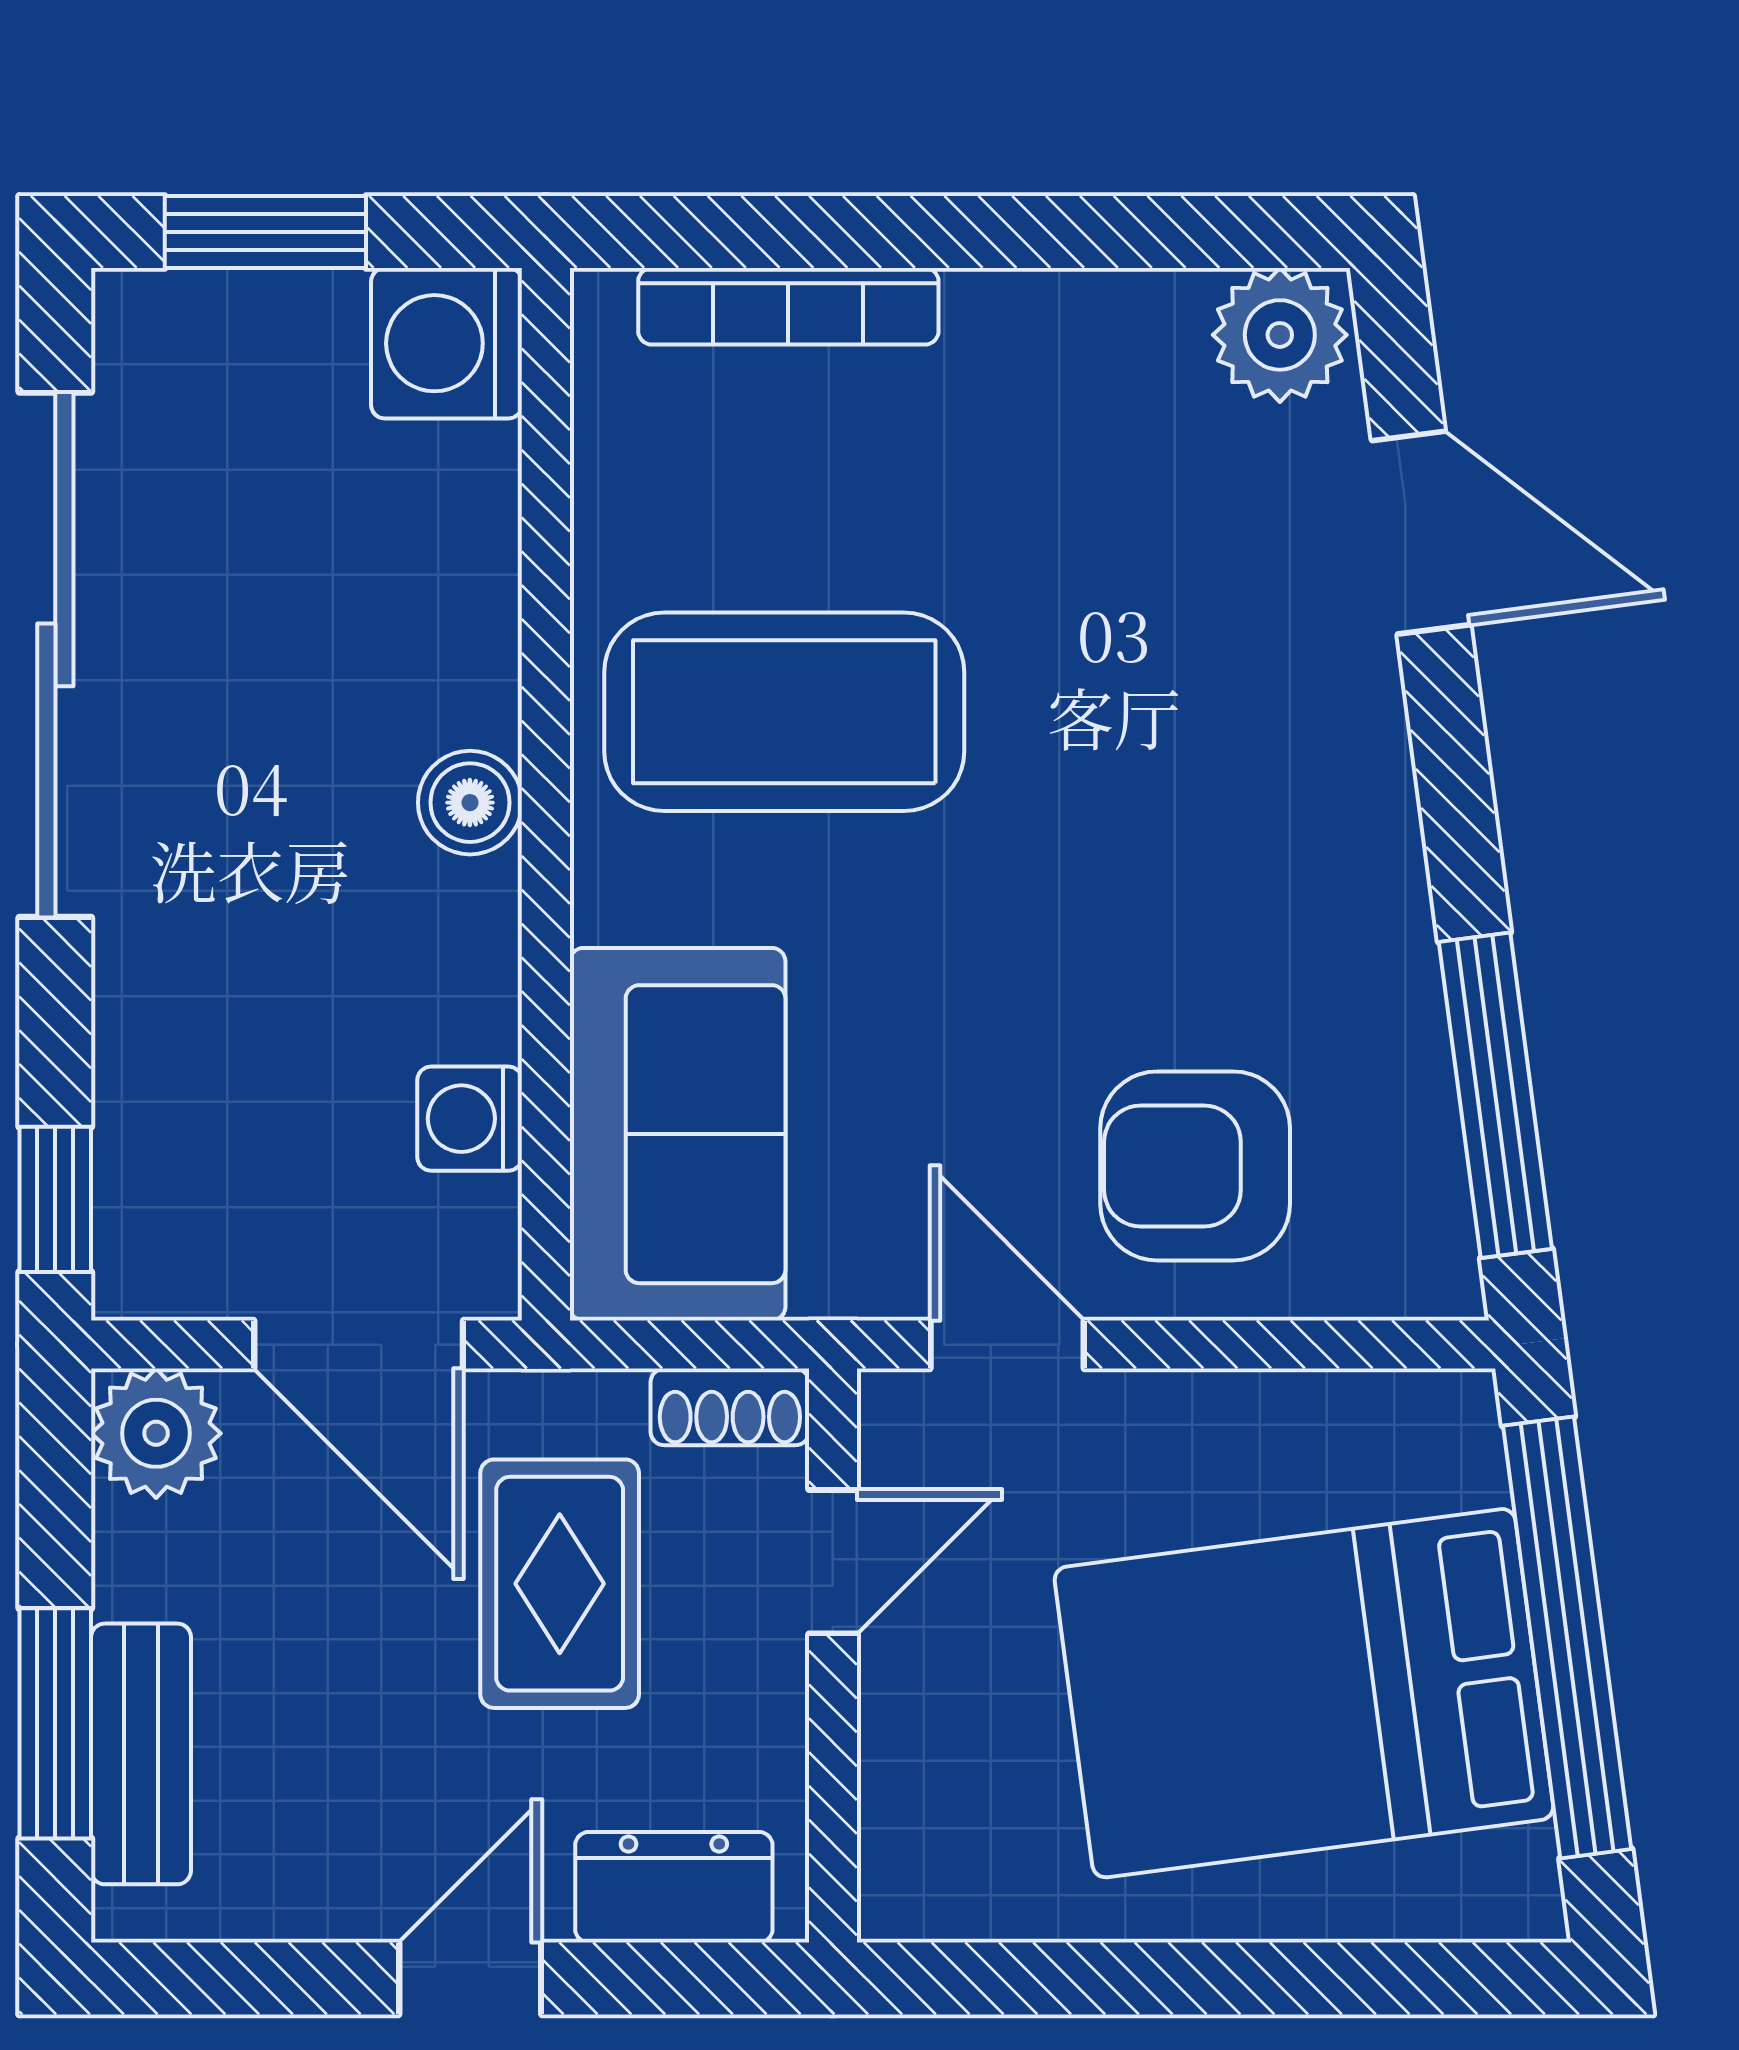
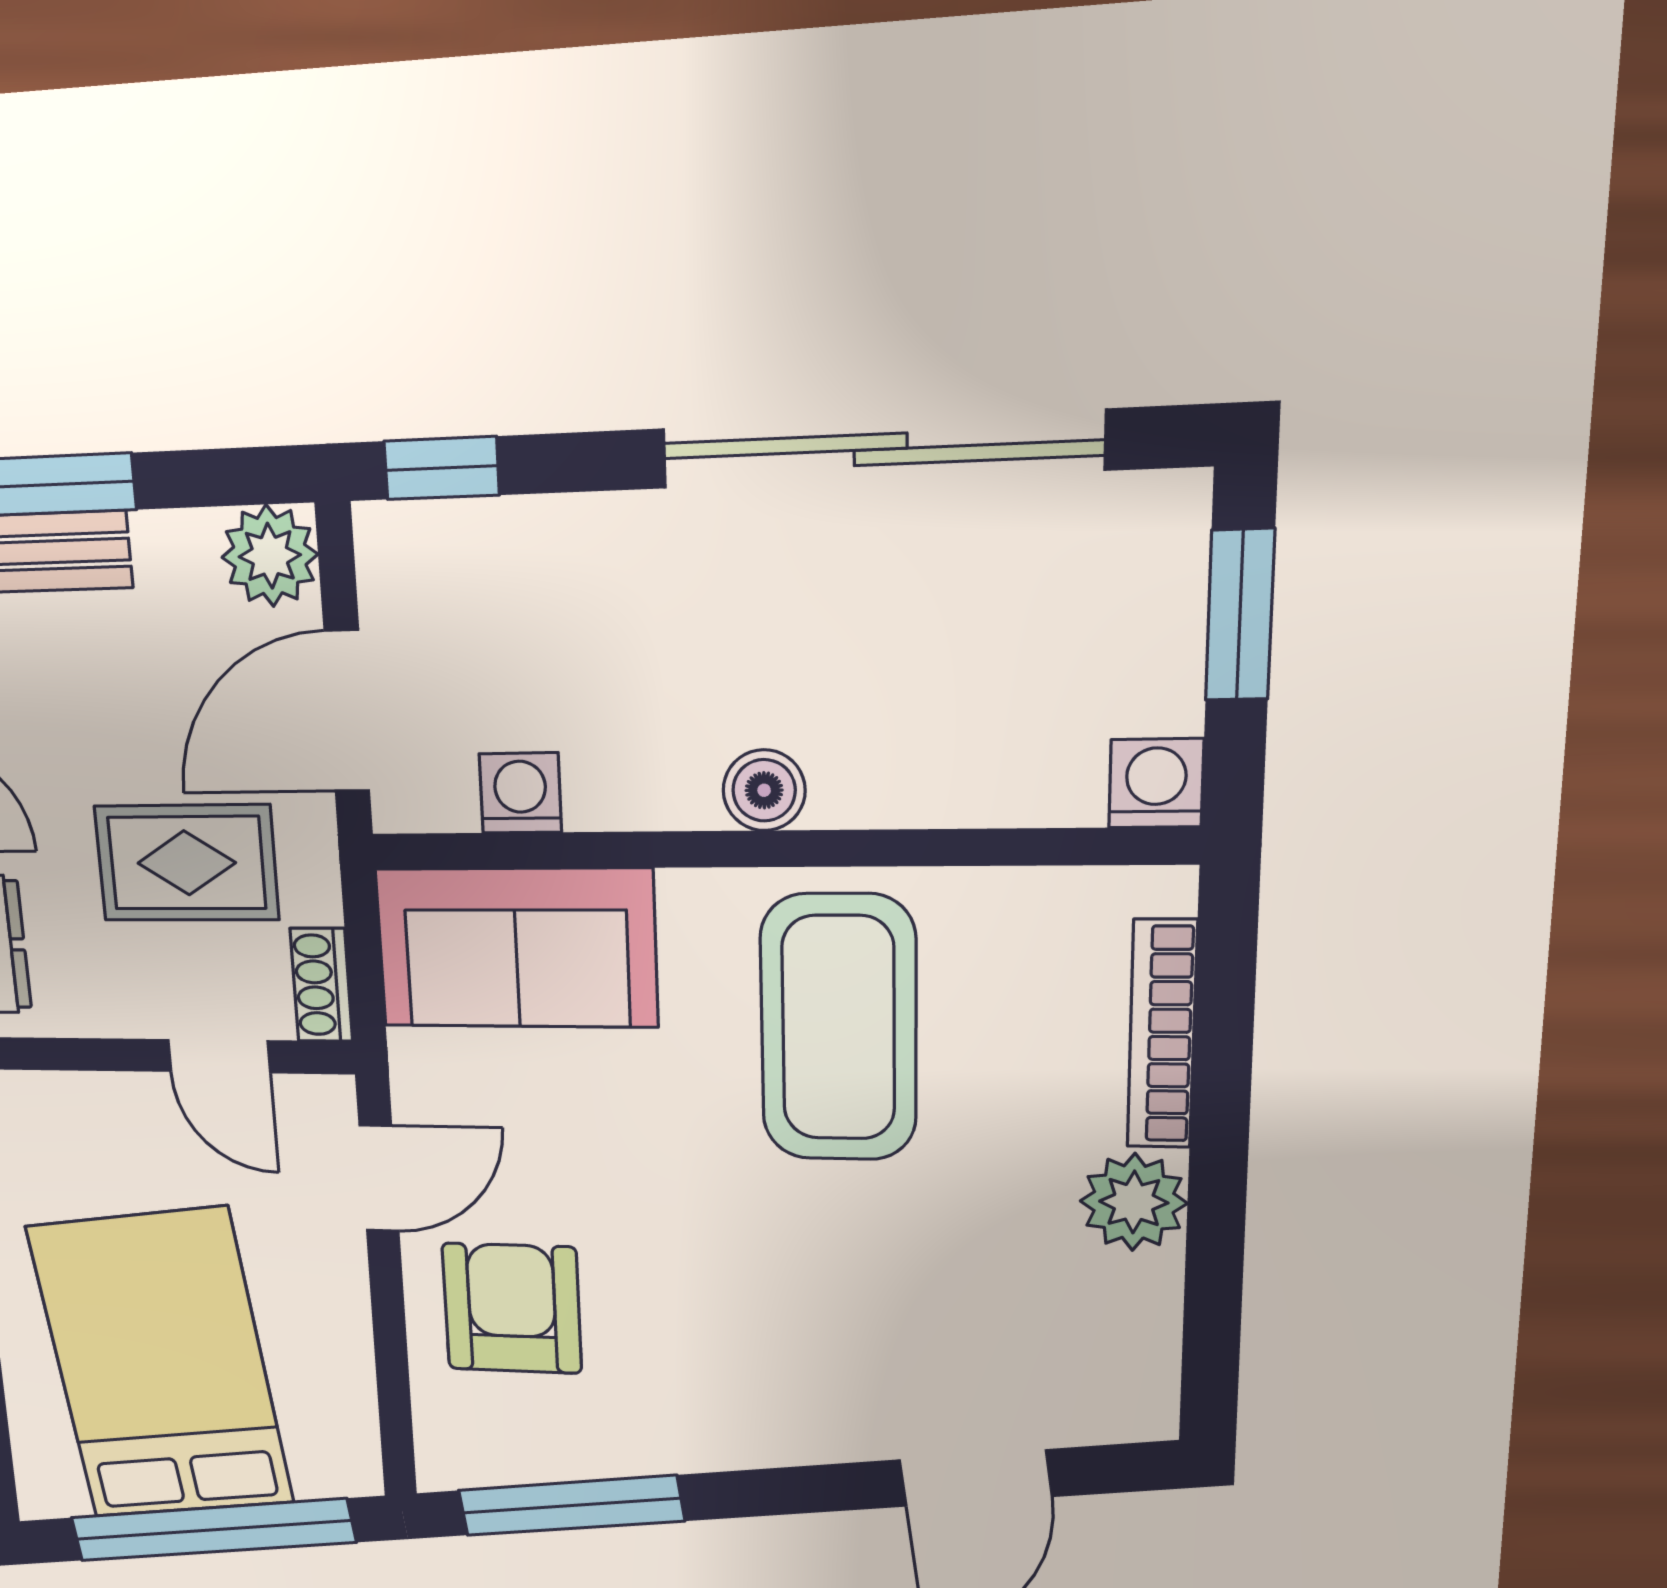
plant: (1280, 335) -> (1134, 1202), moved
washing machine: (447, 343) -> (1156, 783), width x0.73, depth x0.73

